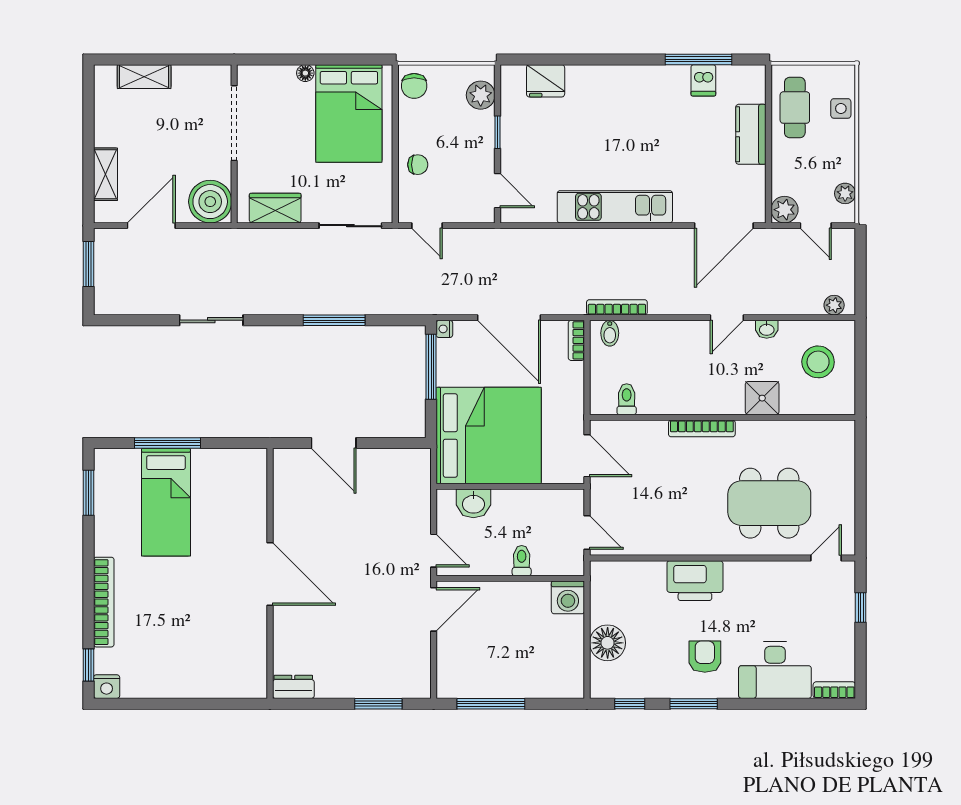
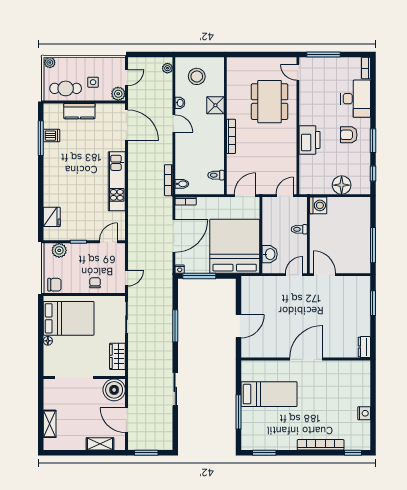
side table: (841, 108) -> (93, 82), moved
plant: (845, 193) -> (50, 63), moved
bed: (166, 502) -> (269, 394), moved
window: (861, 608) -> (323, 55), width x2.17
nightstand: (107, 687) -> (364, 413), moved

